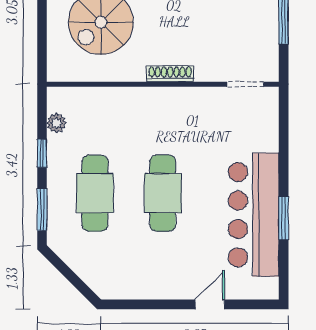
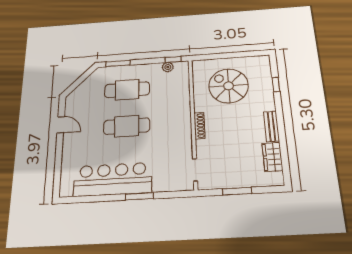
window: (42, 153) -> (173, 59), moved
window: (284, 218) -> (139, 196), moved
door: (210, 304) -> (61, 125), moved

